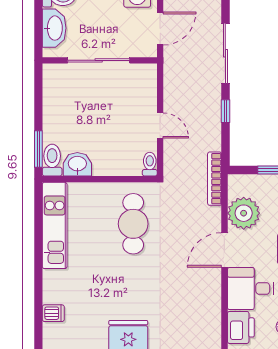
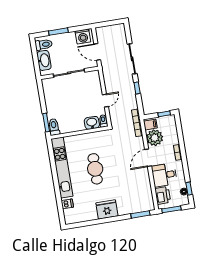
door: (160, 28) -> (97, 52), swing flipped
door: (160, 126) -> (105, 101), hinge flipped
washbasin: (77, 164) -> (92, 123), moved
filing cabinet: (240, 186) -> (150, 125), added
cafe table: (133, 224) -> (95, 169), moved
kitchen unit: (55, 225) -> (62, 168), width x1.36

